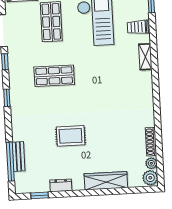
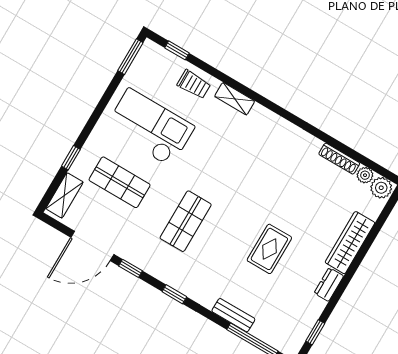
trolley: (138, 27) -> (194, 84), turned -90
bench: (18, 157) -> (233, 315), moved
dresser: (61, 185) -> (329, 285), moved

